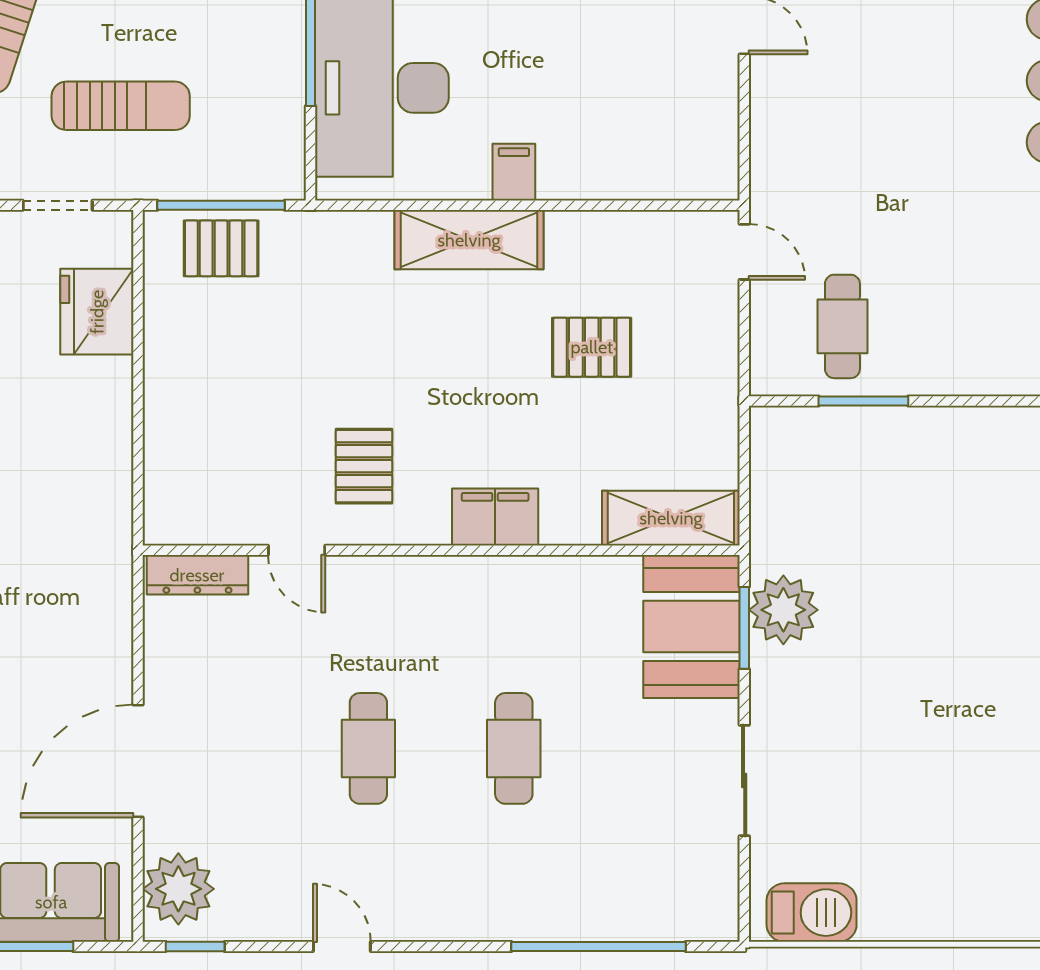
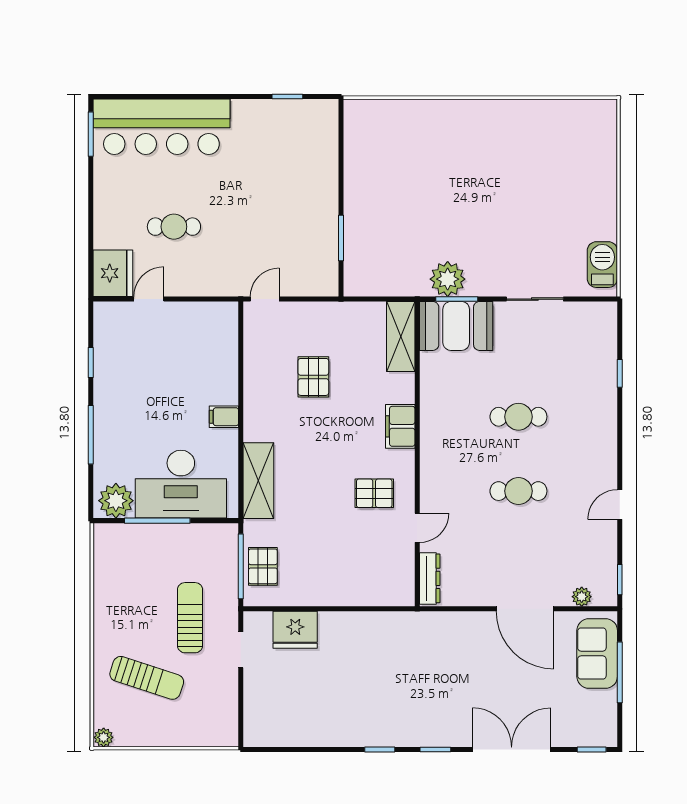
shelving: (469, 240) -> (258, 481), moved
cafe table: (842, 326) -> (174, 227), moved
plant: (178, 889) -> (582, 597), width x0.53, depth x0.53
window: (599, 947) -> (620, 373), width x0.32

